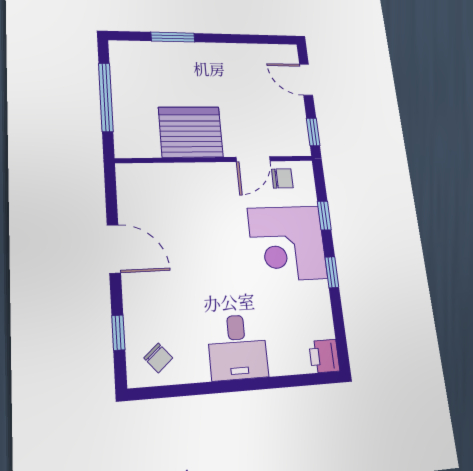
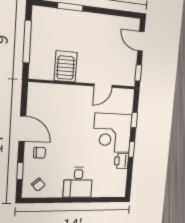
server rack: (191, 132) -> (66, 66), width x0.62
chair: (282, 178) -> (40, 153), moved
printer: (324, 356) -> (121, 161), moved

